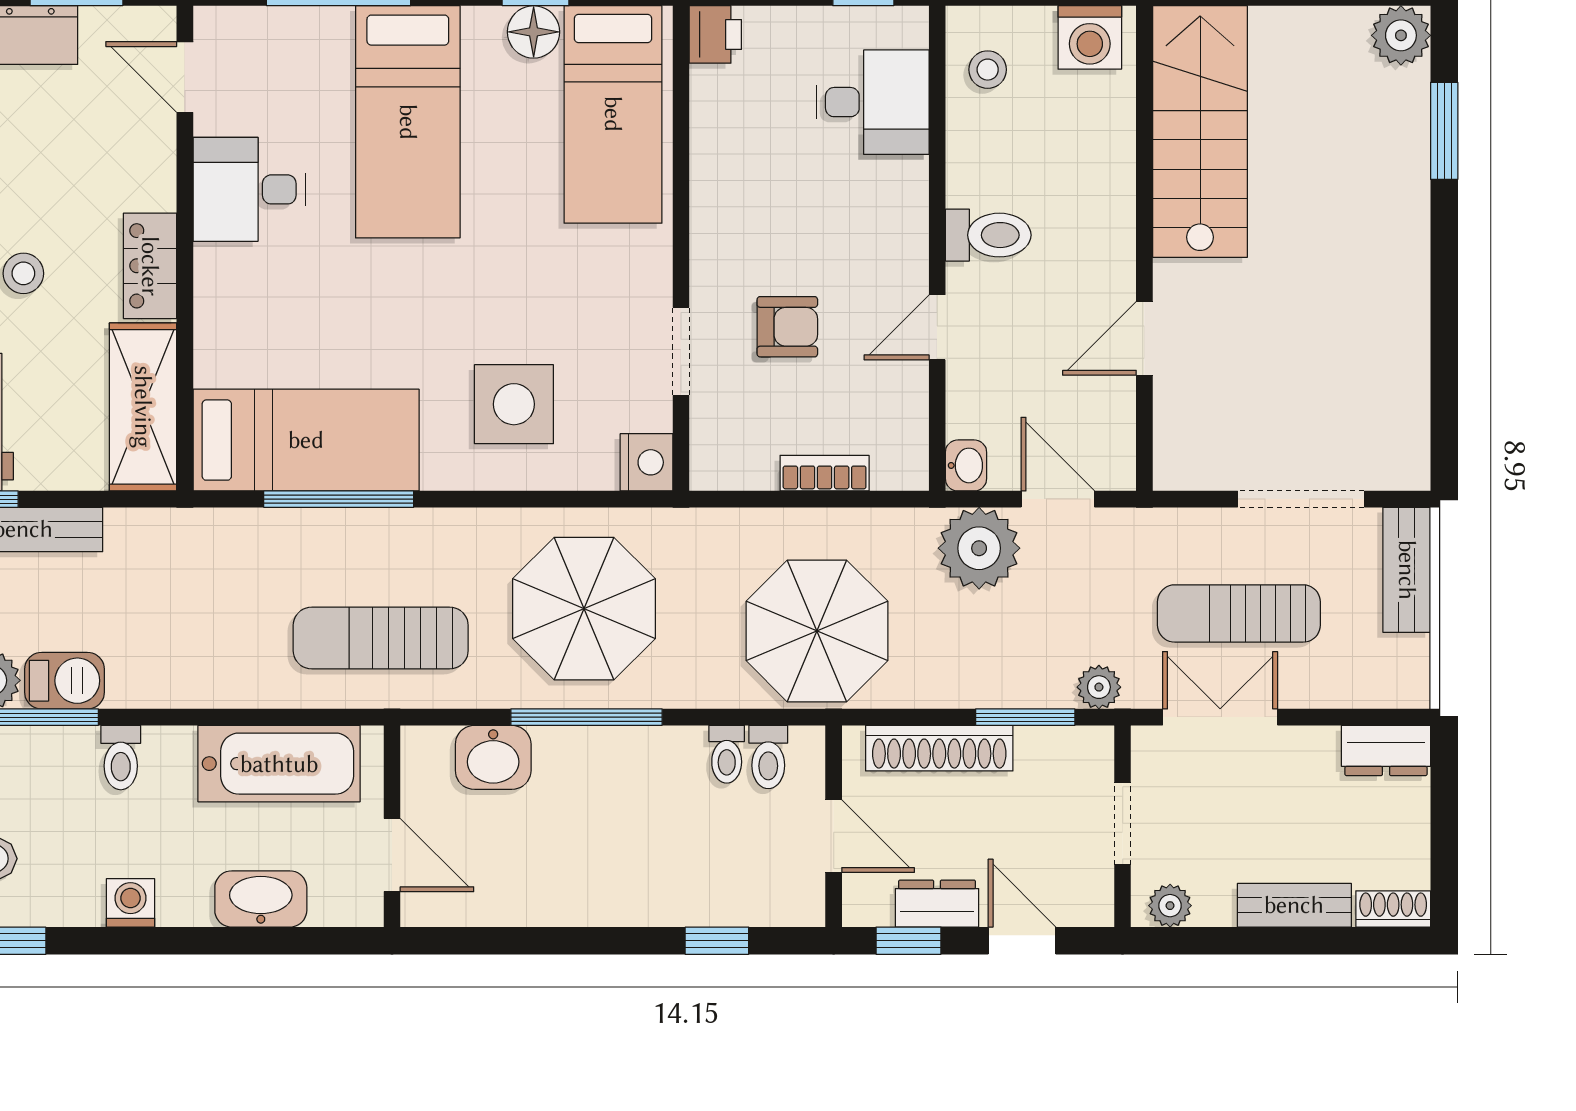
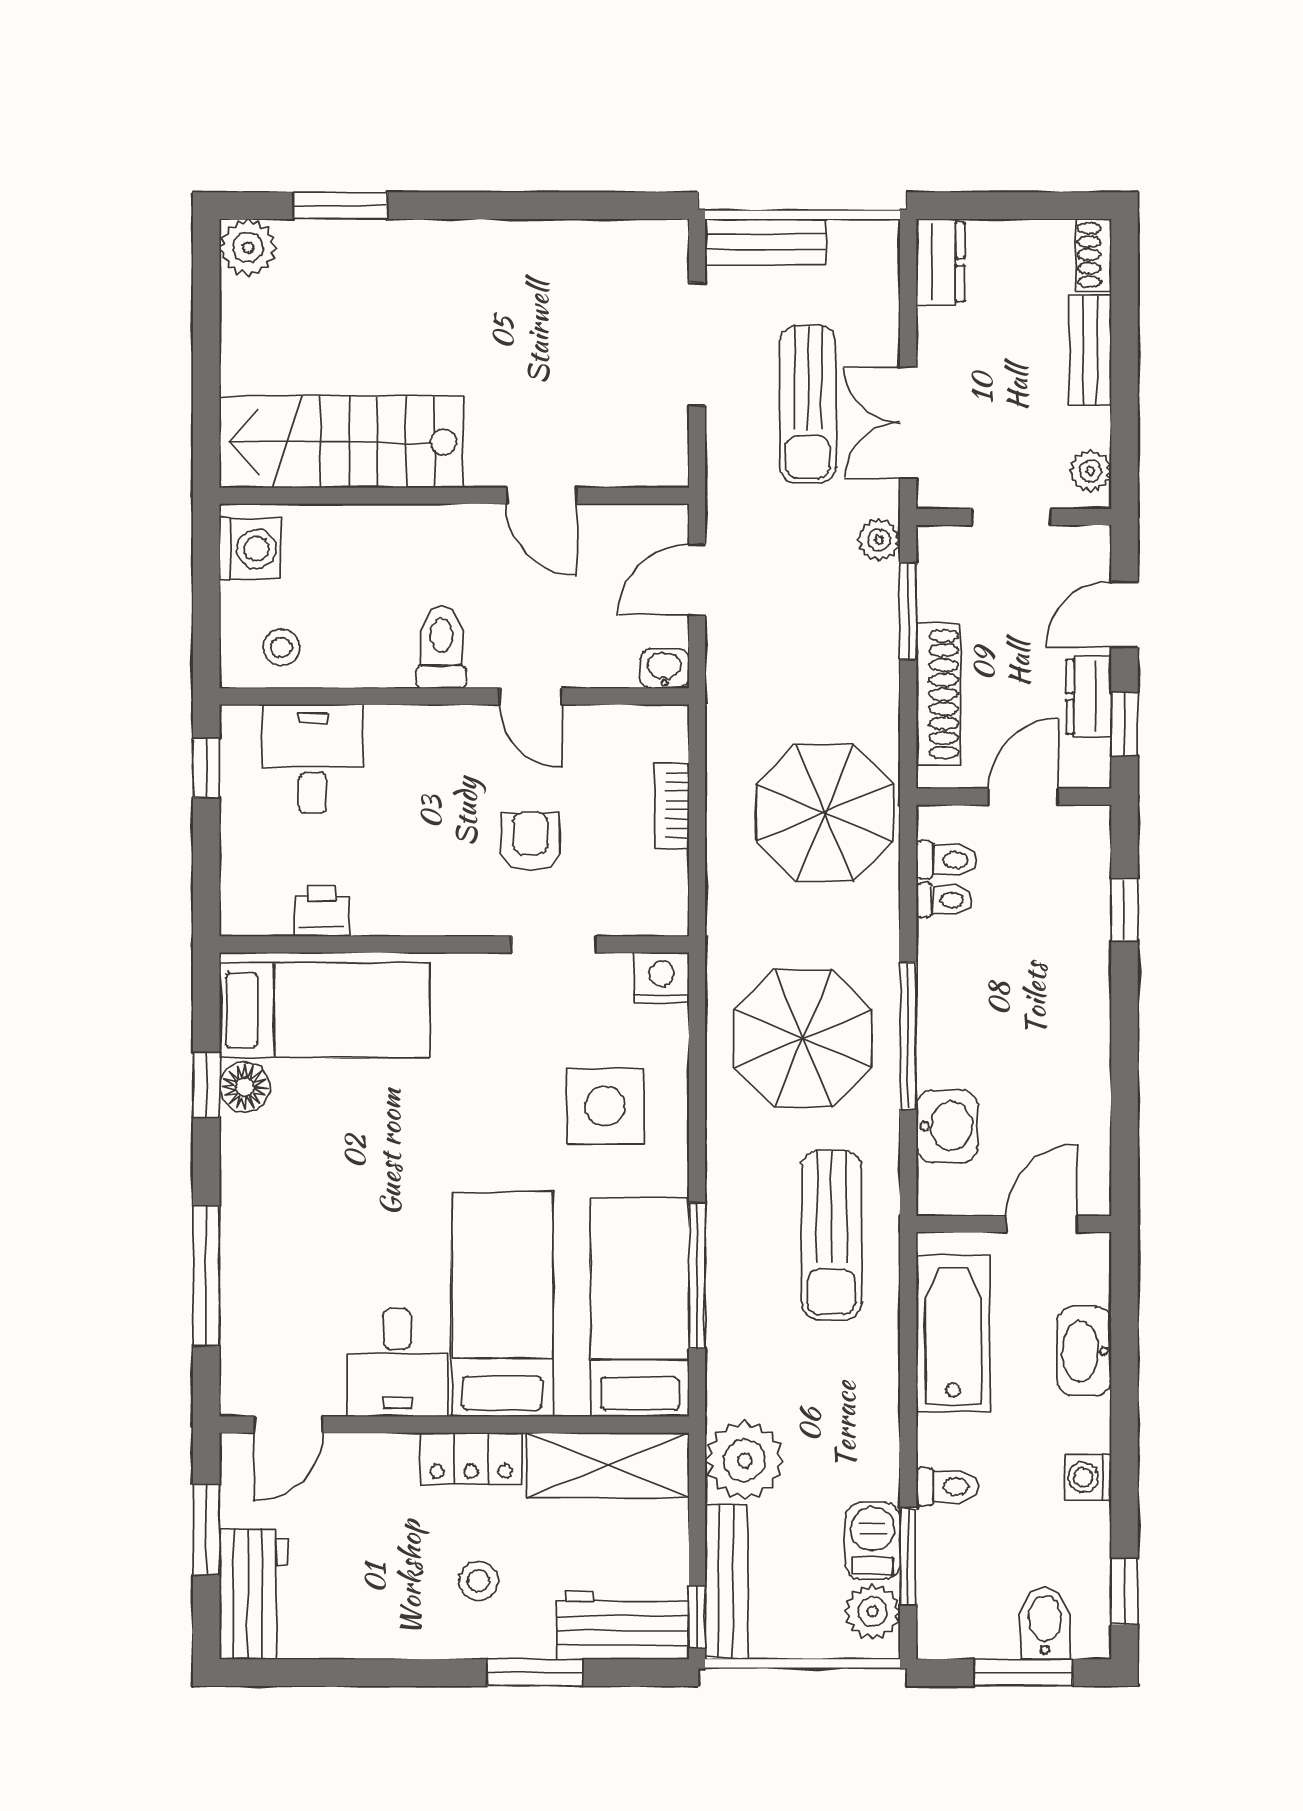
printer: (715, 34) -> (322, 911), moved
bed: (408, 122) -> (502, 1304), moved, turned -90
plant: (979, 548) -> (745, 1460), moved

